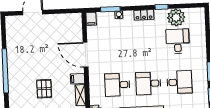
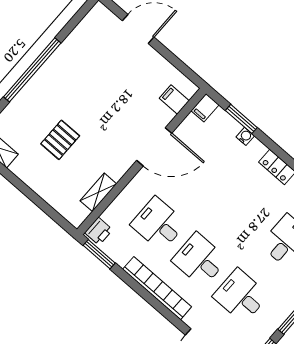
door: (86, 55) -> (154, 147), swing flipped
filing cabinet: (77, 79) -> (174, 99), moved
desk: (179, 82) -> (241, 296), turned 180

